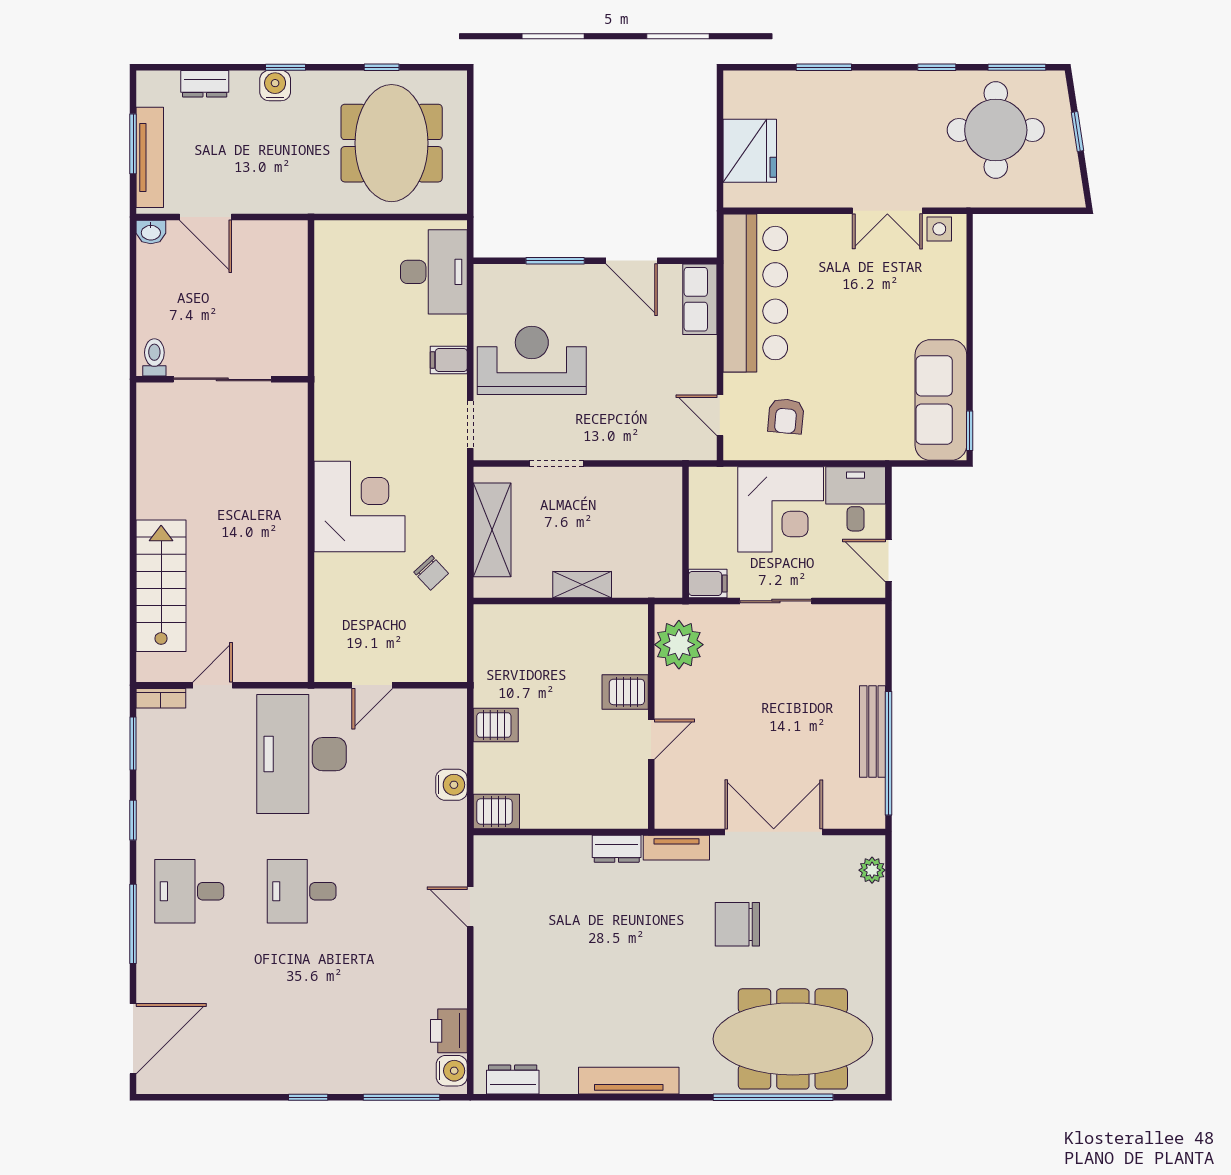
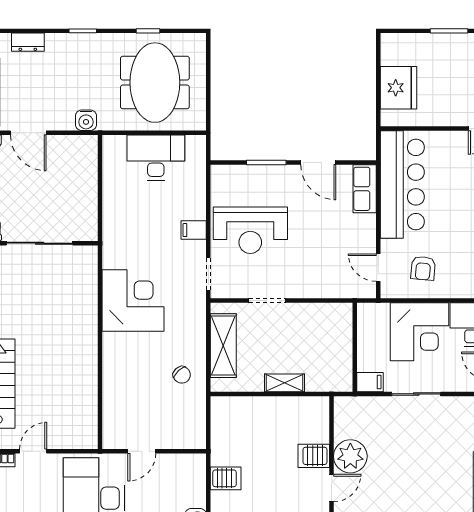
water cooler: (275, 86) -> (86, 120), moved, turned 180
desk: (434, 272) -> (156, 158), moved, turned -90
reception desk: (532, 360) -> (250, 230), turned 180
corner desk: (359, 506) -> (133, 301), moved
plant: (679, 645) -> (350, 456), moved

